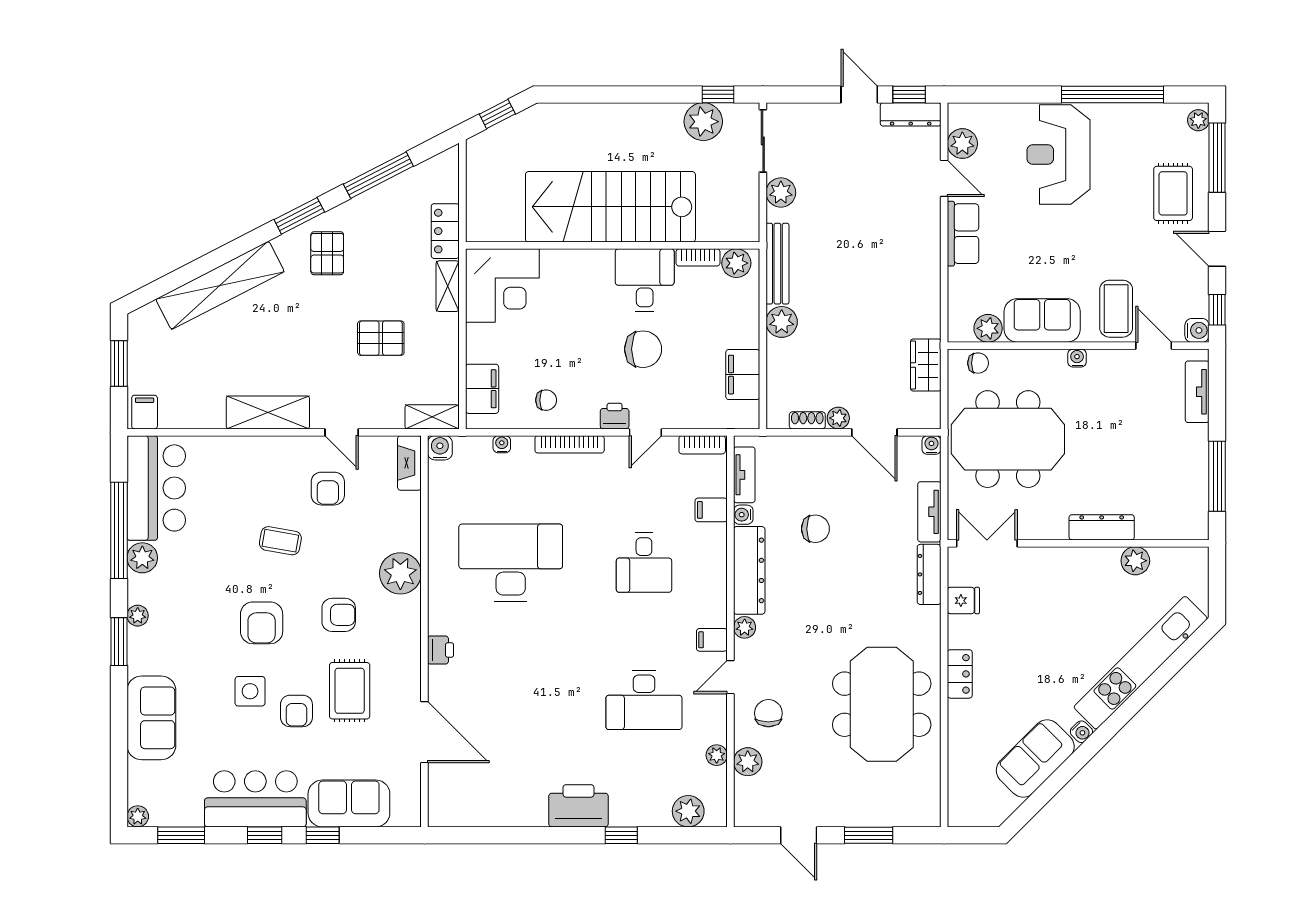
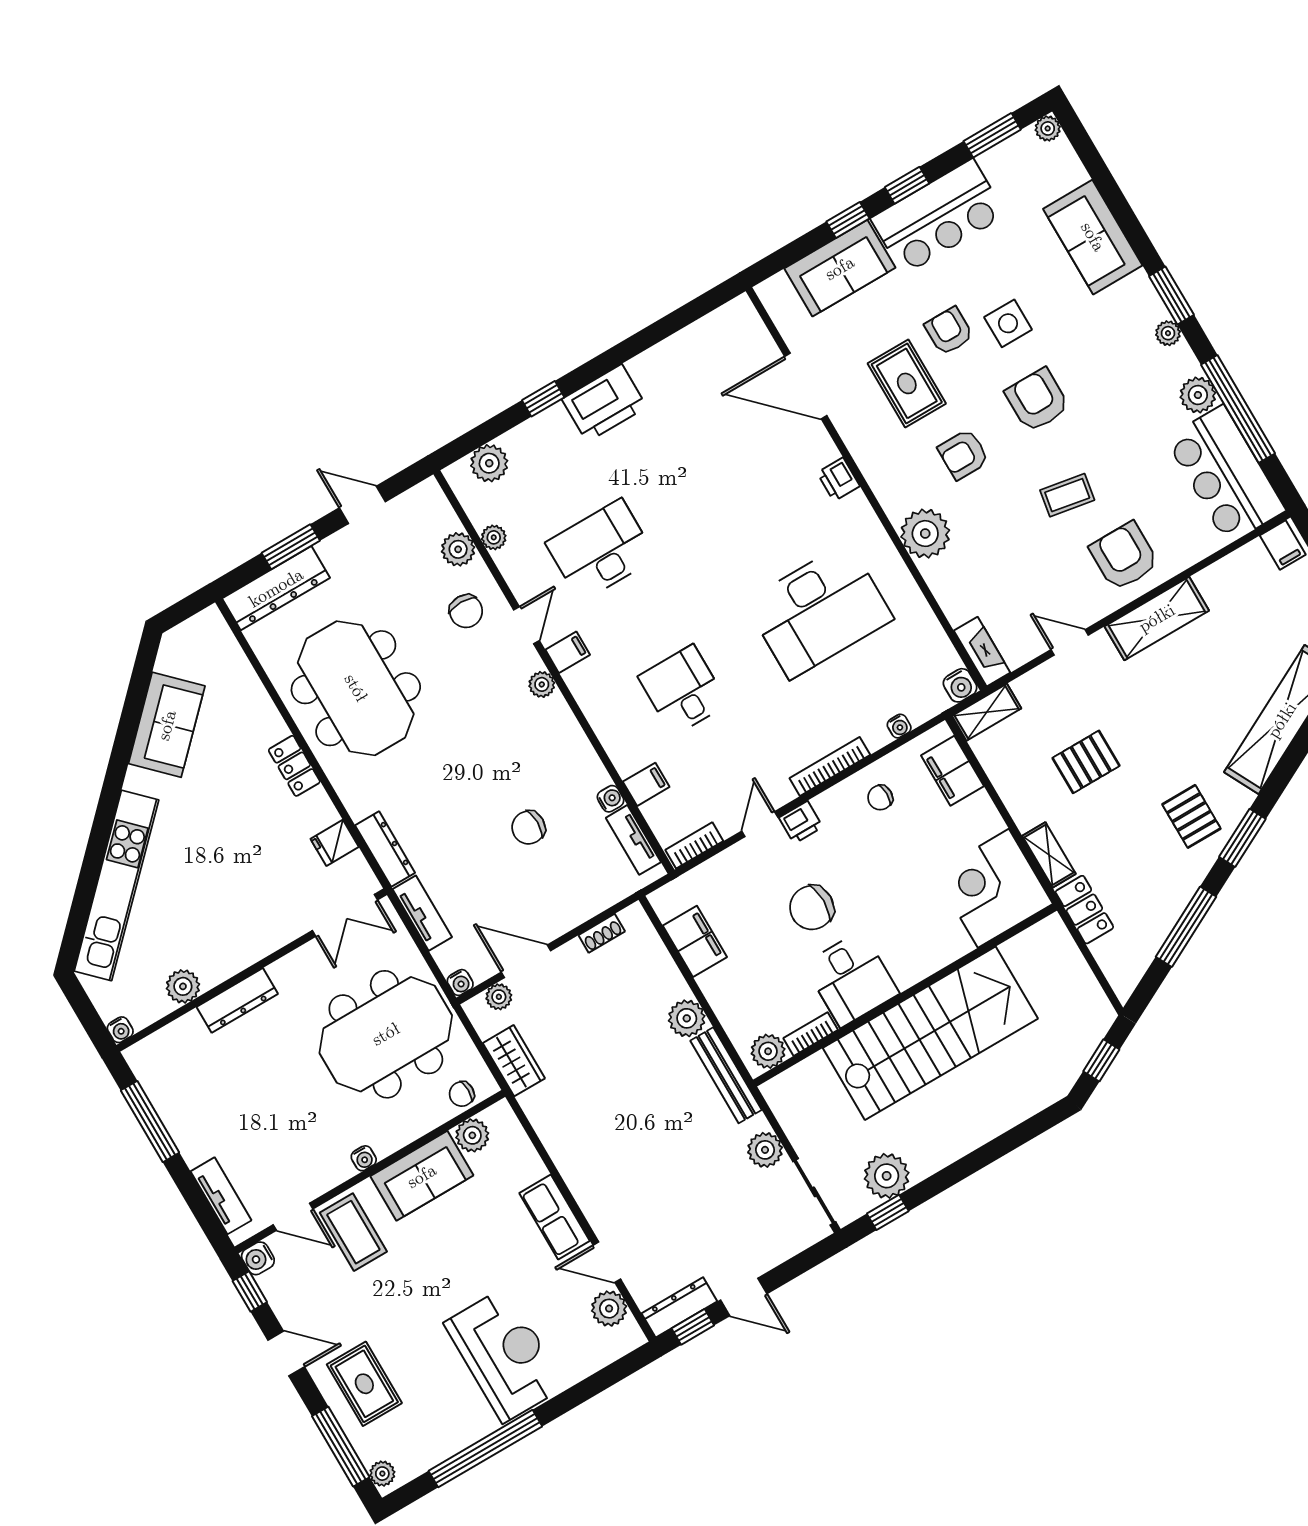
plant: (838, 418) -> (499, 997), moved
armchair: (328, 489) -> (1124, 556), moved, width x1.38, depth x1.38
dresser: (749, 570) -> (276, 588), moved, turned -90
water cooler: (1081, 732) -> (120, 1030), moved, turned -135

